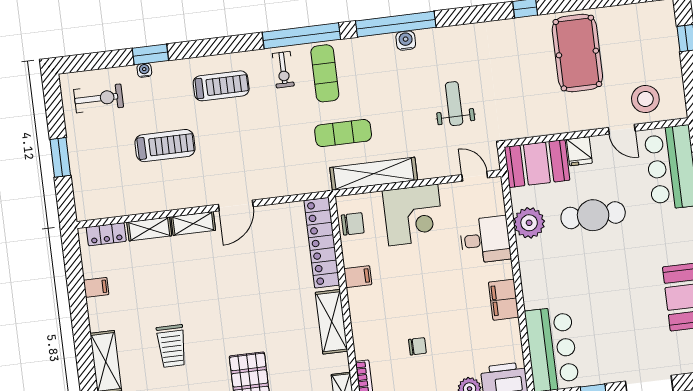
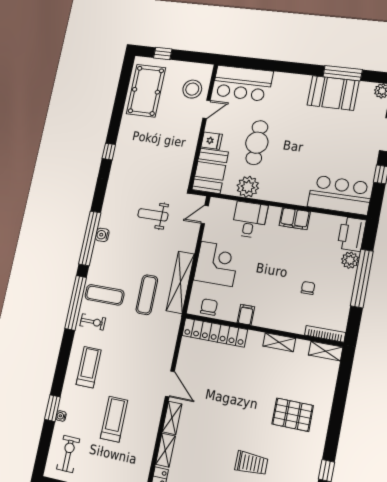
pool table: (577, 53) -> (146, 91), moved, turned 90
shelving: (332, 322) -> (279, 342), width x0.67, depth x0.75

